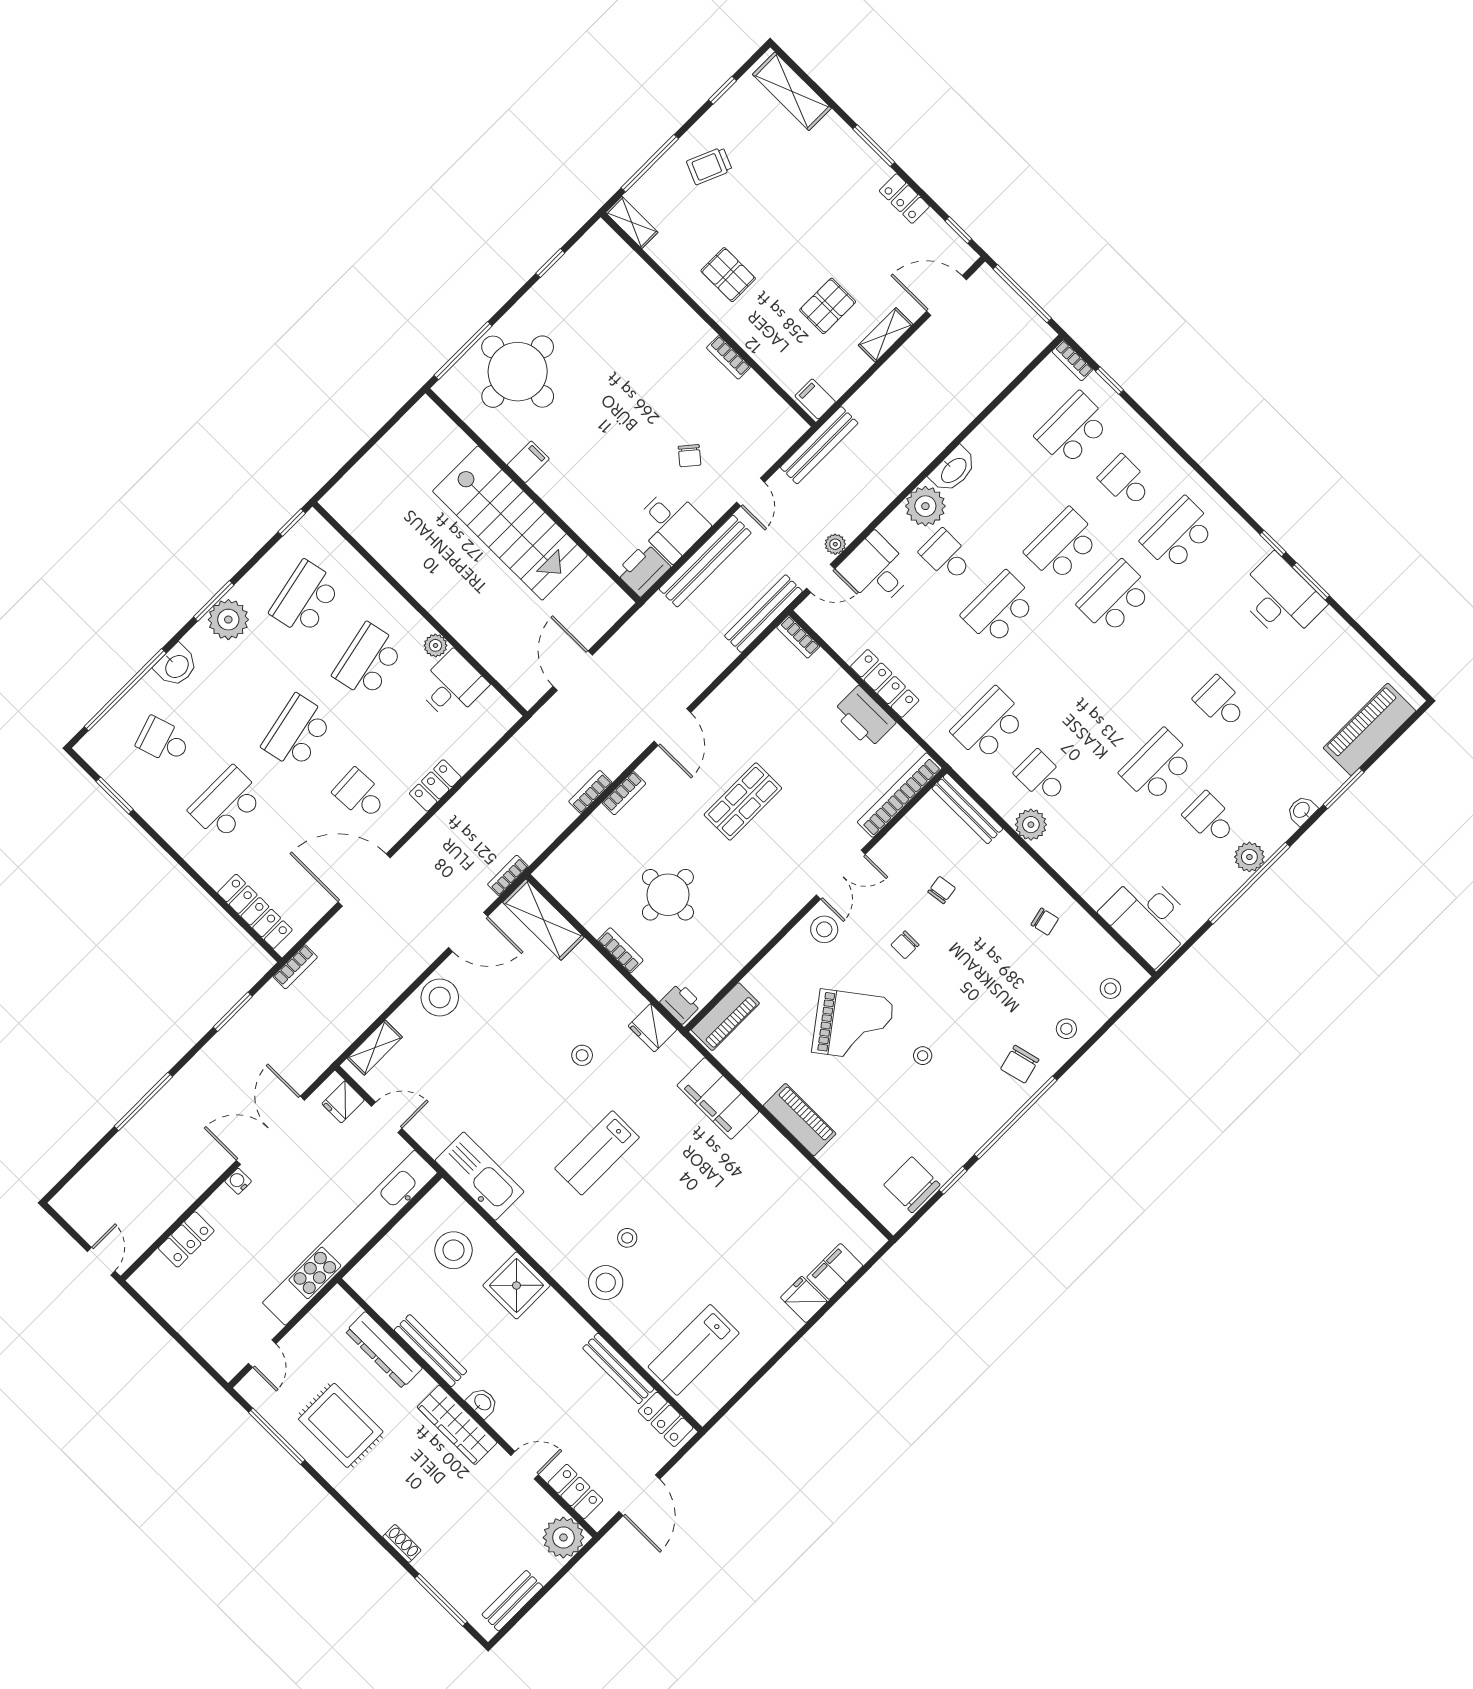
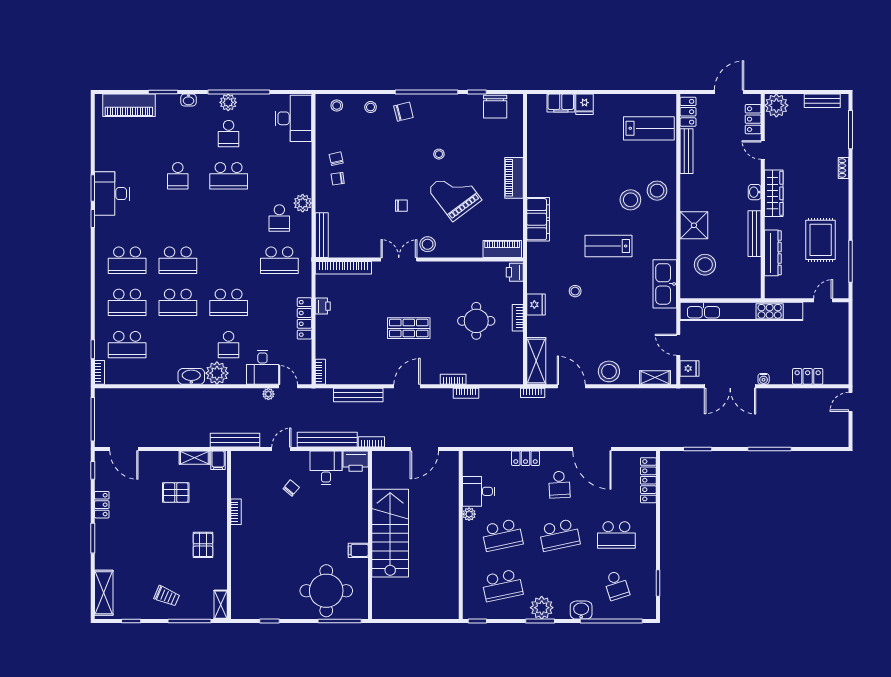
shelving: (886, 335) -> (194, 458), moved
school desk: (1125, 482) -> (127, 302), width x1.85
bench: (763, 614) -> (358, 395), moved
printer: (864, 717) -> (323, 306), width x0.53, depth x0.68
chair: (942, 890) -> (338, 179), moved
bookcase: (295, 967) -> (371, 442), moved
fridge: (652, 1028) -> (536, 305), moved
lab bench: (597, 1153) -> (608, 246), turned 180
stool: (627, 1238) -> (630, 200), width x1.89, depth x1.89

